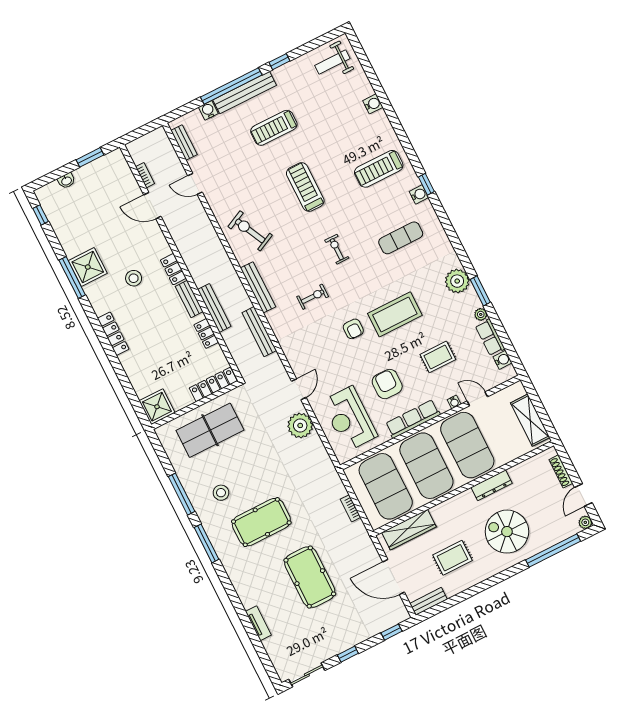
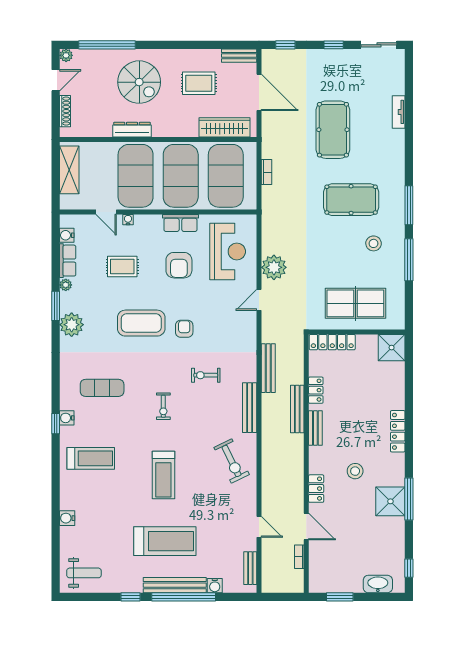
treadmill: (274, 128) -> (165, 541), width x1.37, depth x1.38
washbasin: (66, 181) -> (378, 584), width x1.91, depth x1.45
locker: (173, 269) -> (316, 489), moved
row of seats: (413, 419) -> (180, 223), width x0.68

